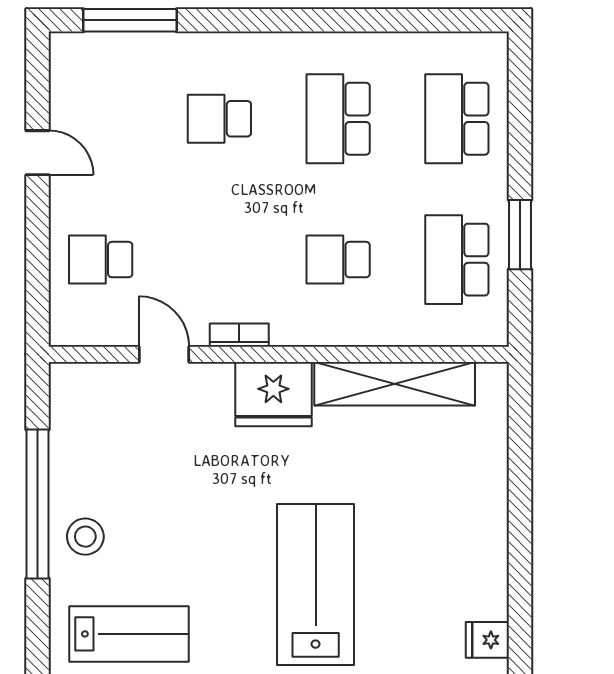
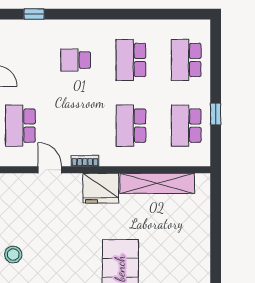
window: (130, 20) -> (34, 14), width x0.46
window: (520, 235) -> (216, 114), width x0.67
school desk: (101, 260) -> (20, 126), width x1.85
school desk: (338, 260) -> (131, 126), width x1.85

